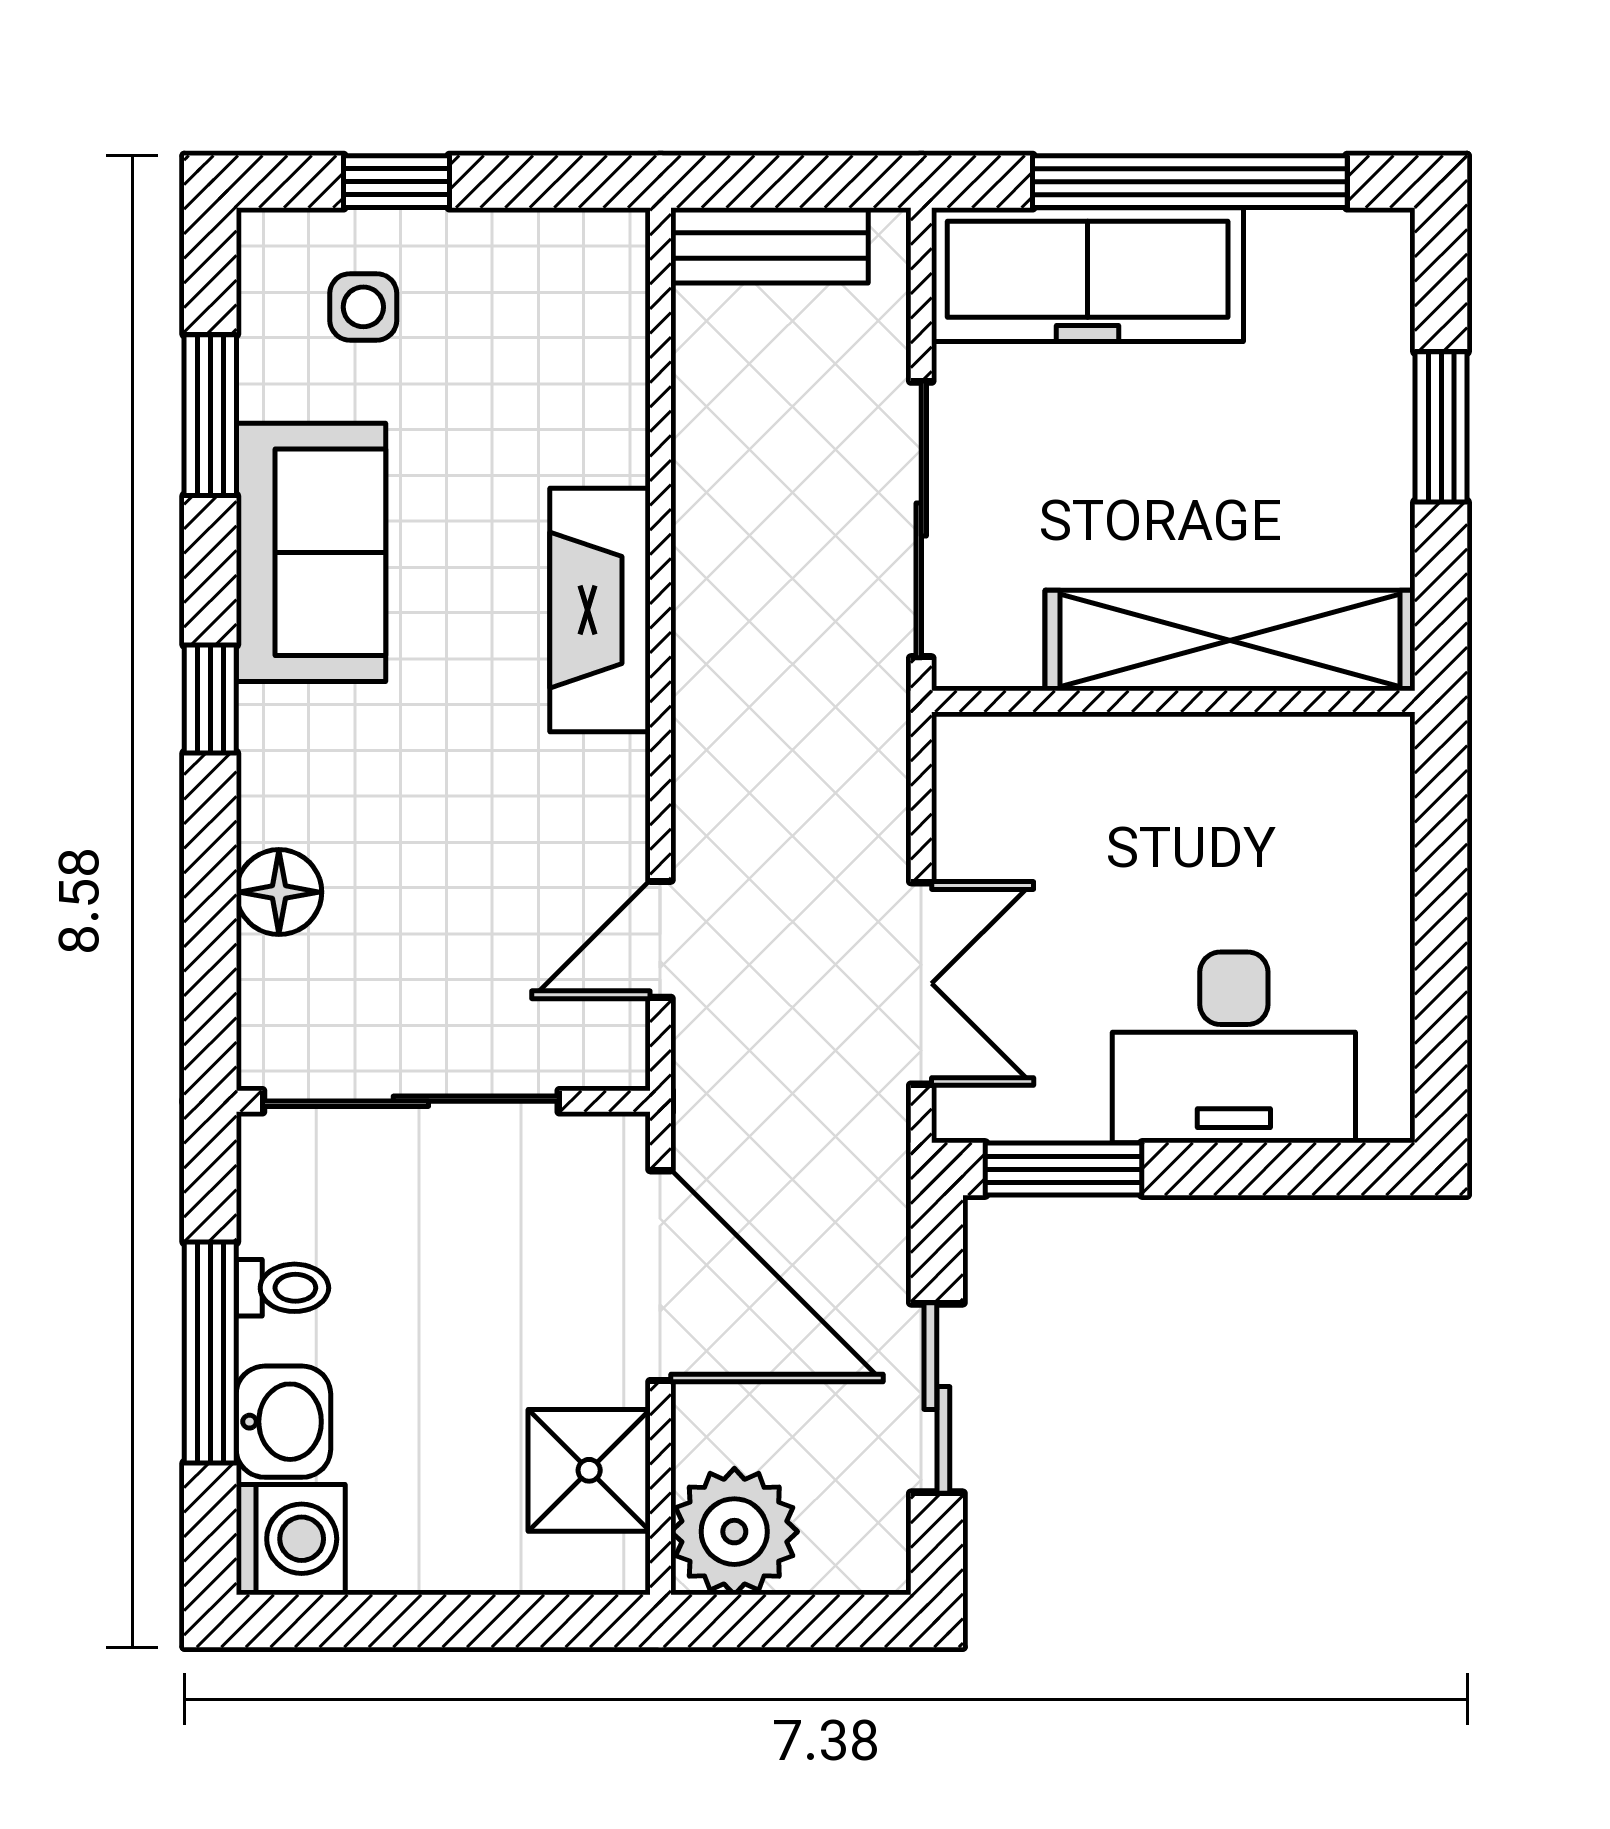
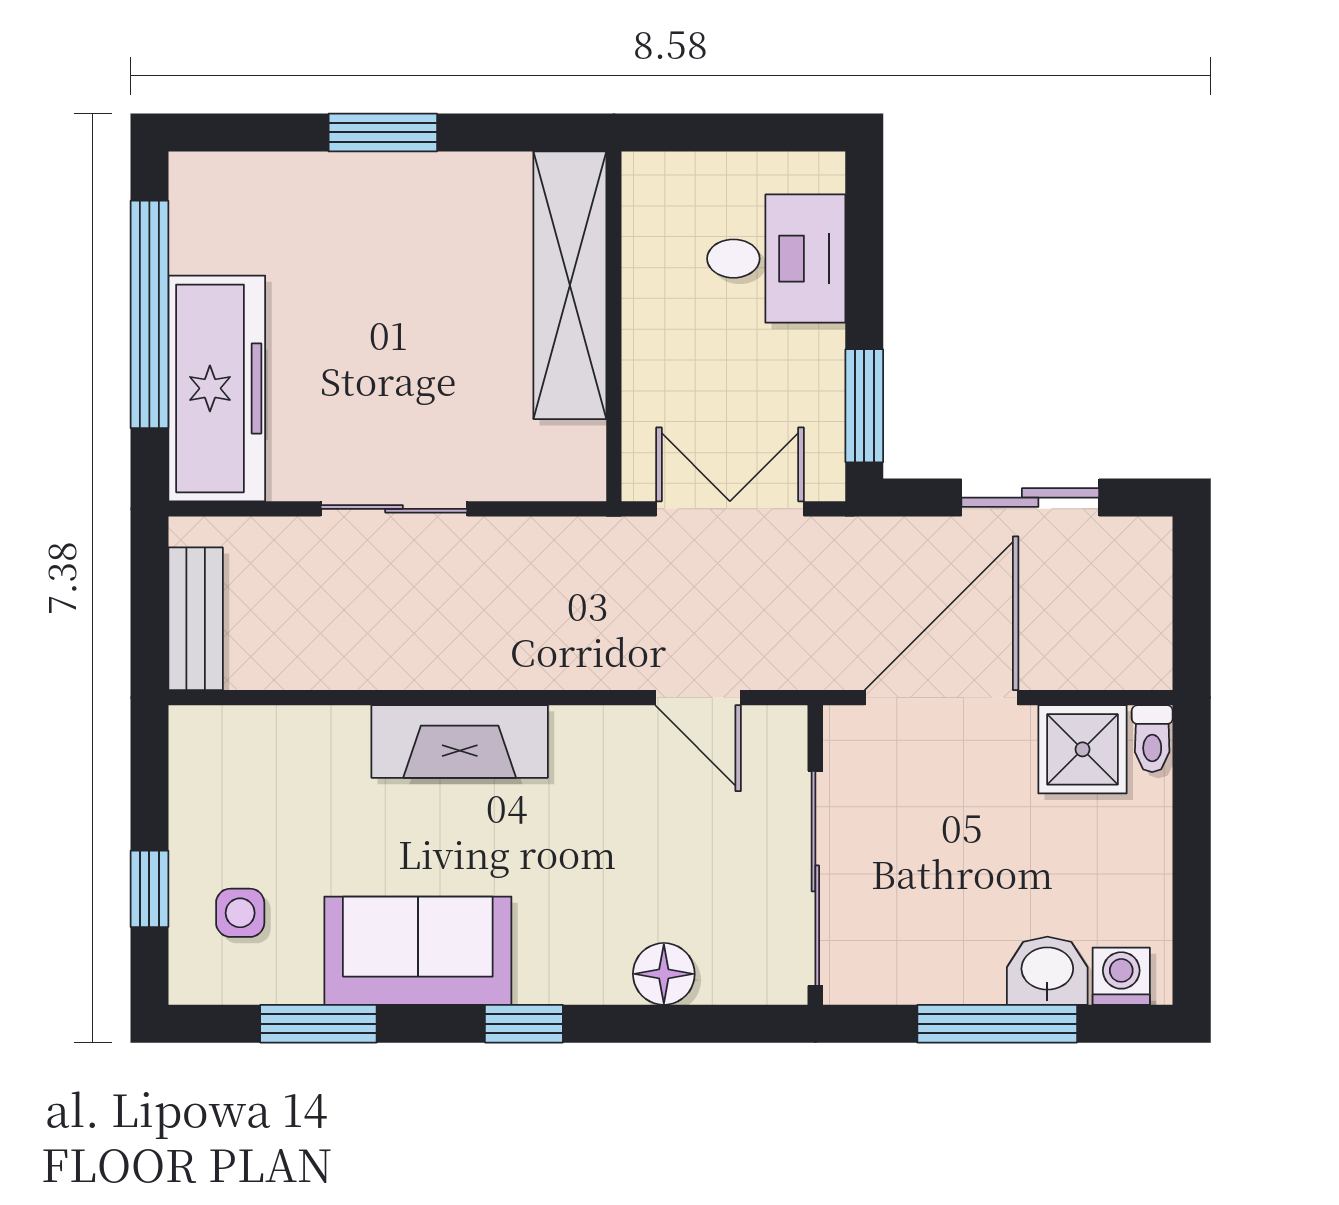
window: (1441, 427) -> (383, 132), moved
sliding door: (921, 519) -> (394, 509), width x0.73
shelving: (1230, 641) -> (570, 285), moved
wall: (1173, 701) -> (614, 326), moved
desk: (1234, 1047) -> (776, 259), width x0.73
toilet: (282, 1288) -> (1152, 739), moved, turned 180
plant: (734, 1532) -> (1127, 644), removed
washing machine: (291, 1539) -> (1121, 976), width x0.73, depth x0.73

